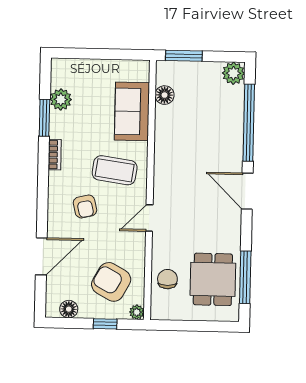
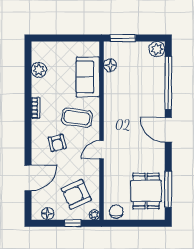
window: (44, 118) -> (28, 83), removed
chair: (167, 279) -> (116, 212), moved
armchair: (111, 282) -> (76, 194), turned -53

